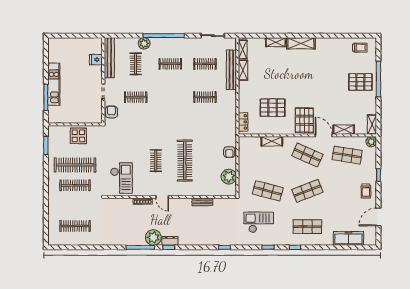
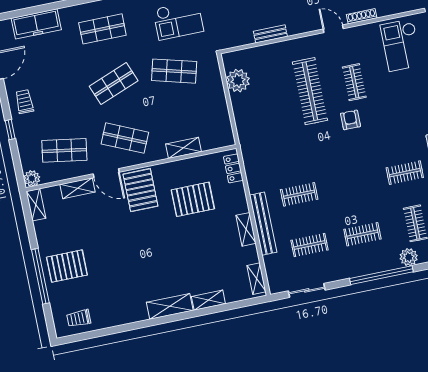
bench: (231, 70) -> (263, 224), moved
shelving: (243, 70) -> (246, 229), moved
armchair: (229, 152) -> (350, 120), moved

